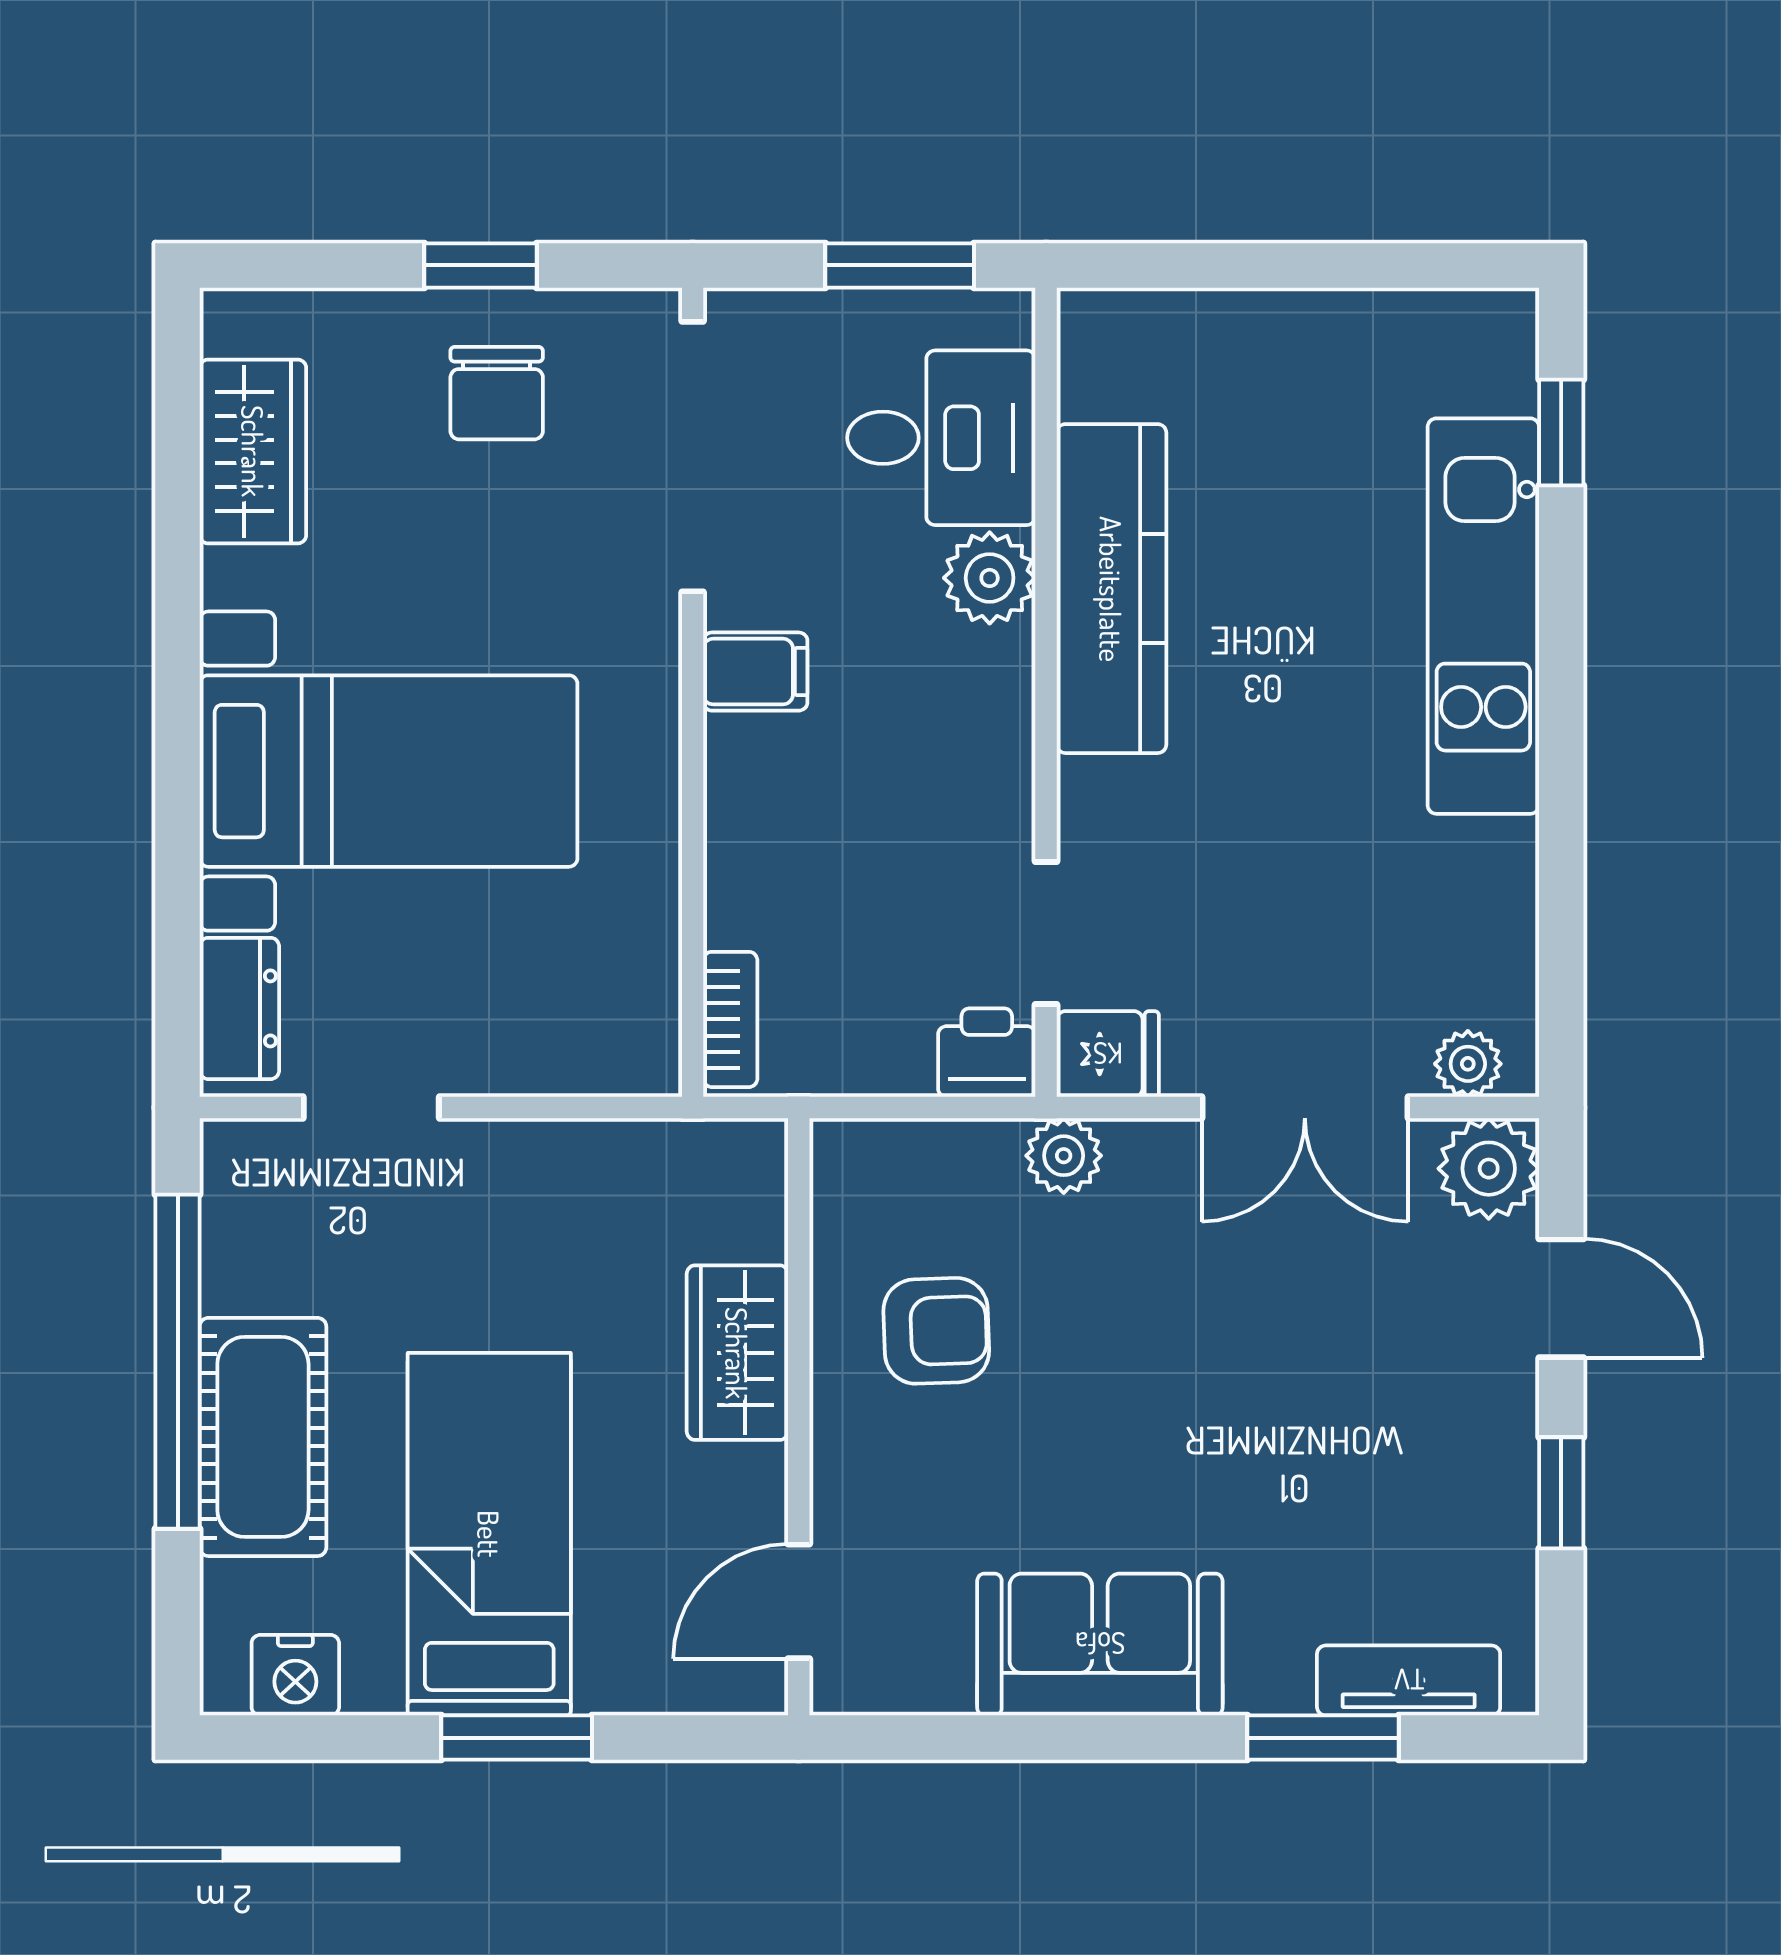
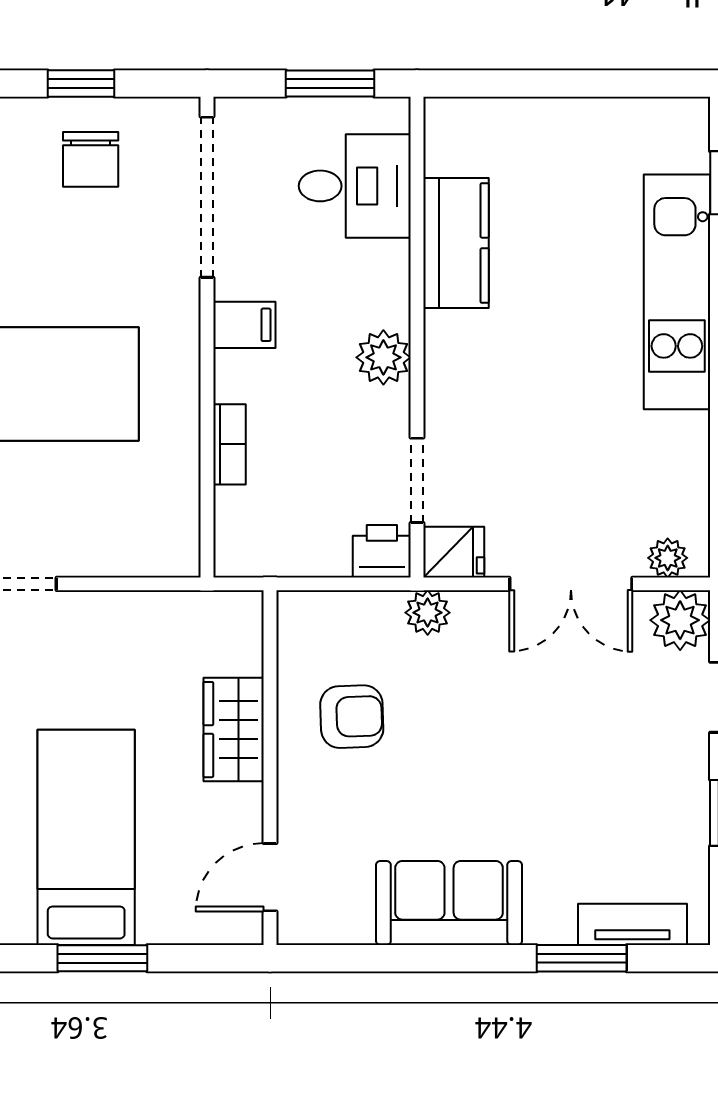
plant: (990, 578) -> (383, 357), moved
kitchen counter: (1111, 589) -> (456, 243), width x0.67
bookcase: (730, 1019) -> (229, 444), moved

